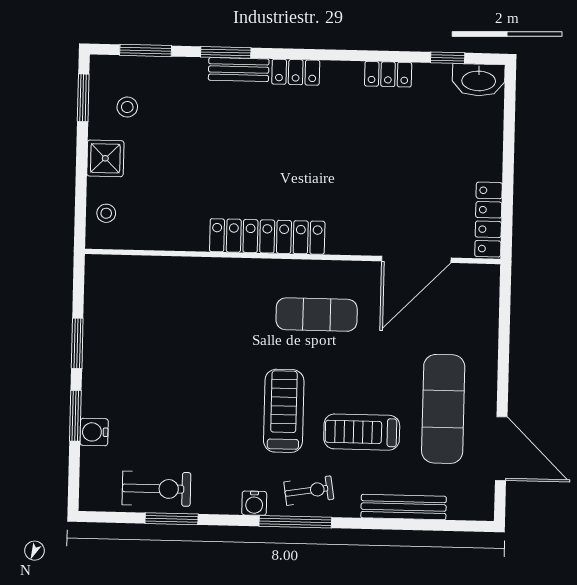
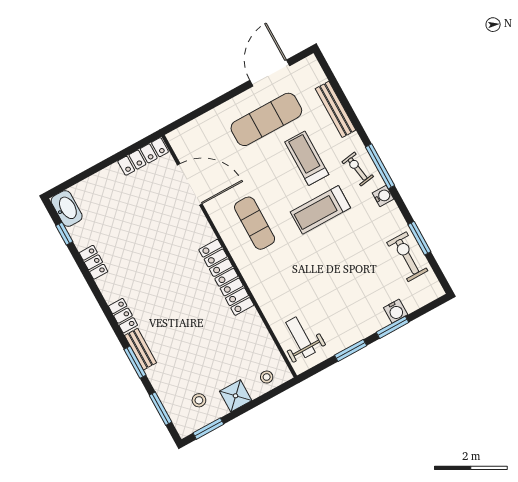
weight bench: (132, 288) -> (300, 337), added
treadmill: (362, 432) -> (307, 158), turned 180

